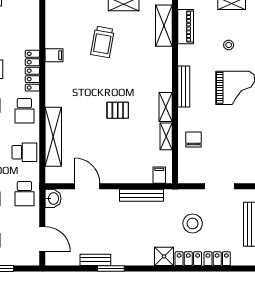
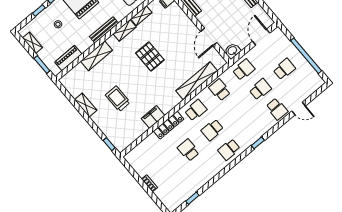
shelving: (164, 26) -> (97, 56), moved
trolley: (103, 42) -> (118, 99), turned -100
filing cabinet: (54, 55) -> (153, 117), width x2.00
pallet: (118, 110) -> (150, 56), width x1.50, depth x1.42

